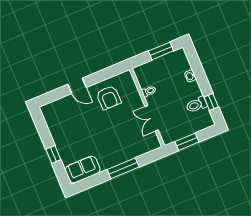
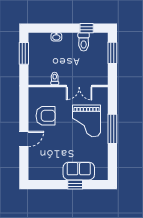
grand piano: (120, 140) -> (87, 121), added
window: (187, 142) -> (112, 53), moved
sofa: (83, 170) -> (79, 171), moved, turned 90

